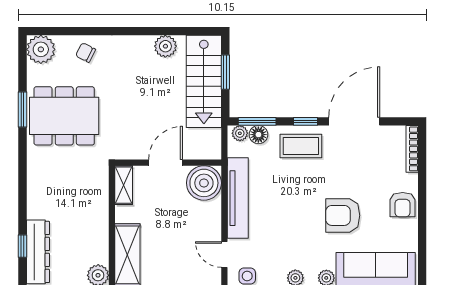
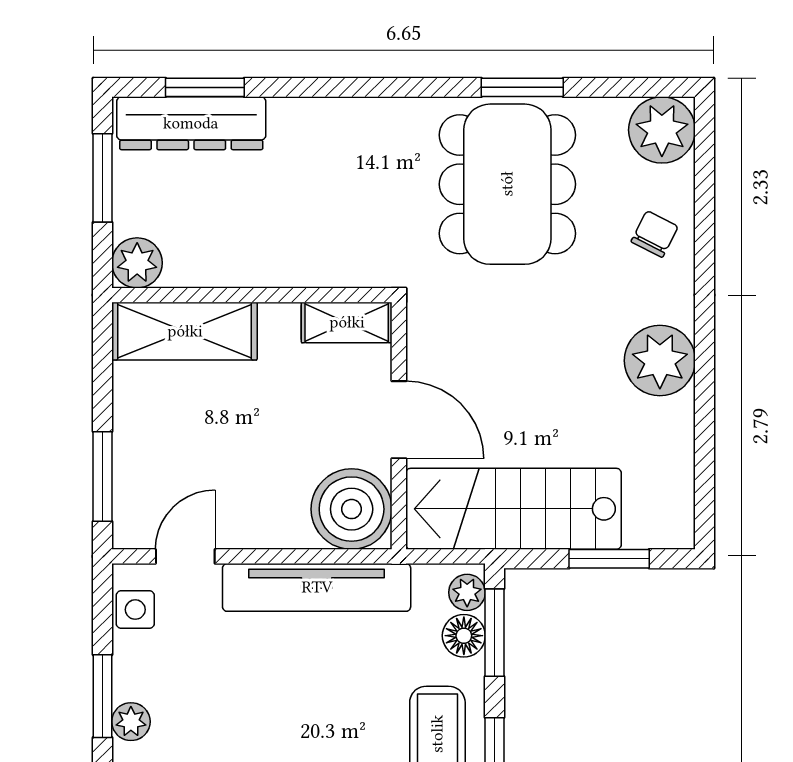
plant: (165, 46) -> (660, 361), moved, width x1.36, depth x1.36
stairs: (204, 81) -> (513, 509), moved
window: (22, 246) -> (205, 87), width x1.50

